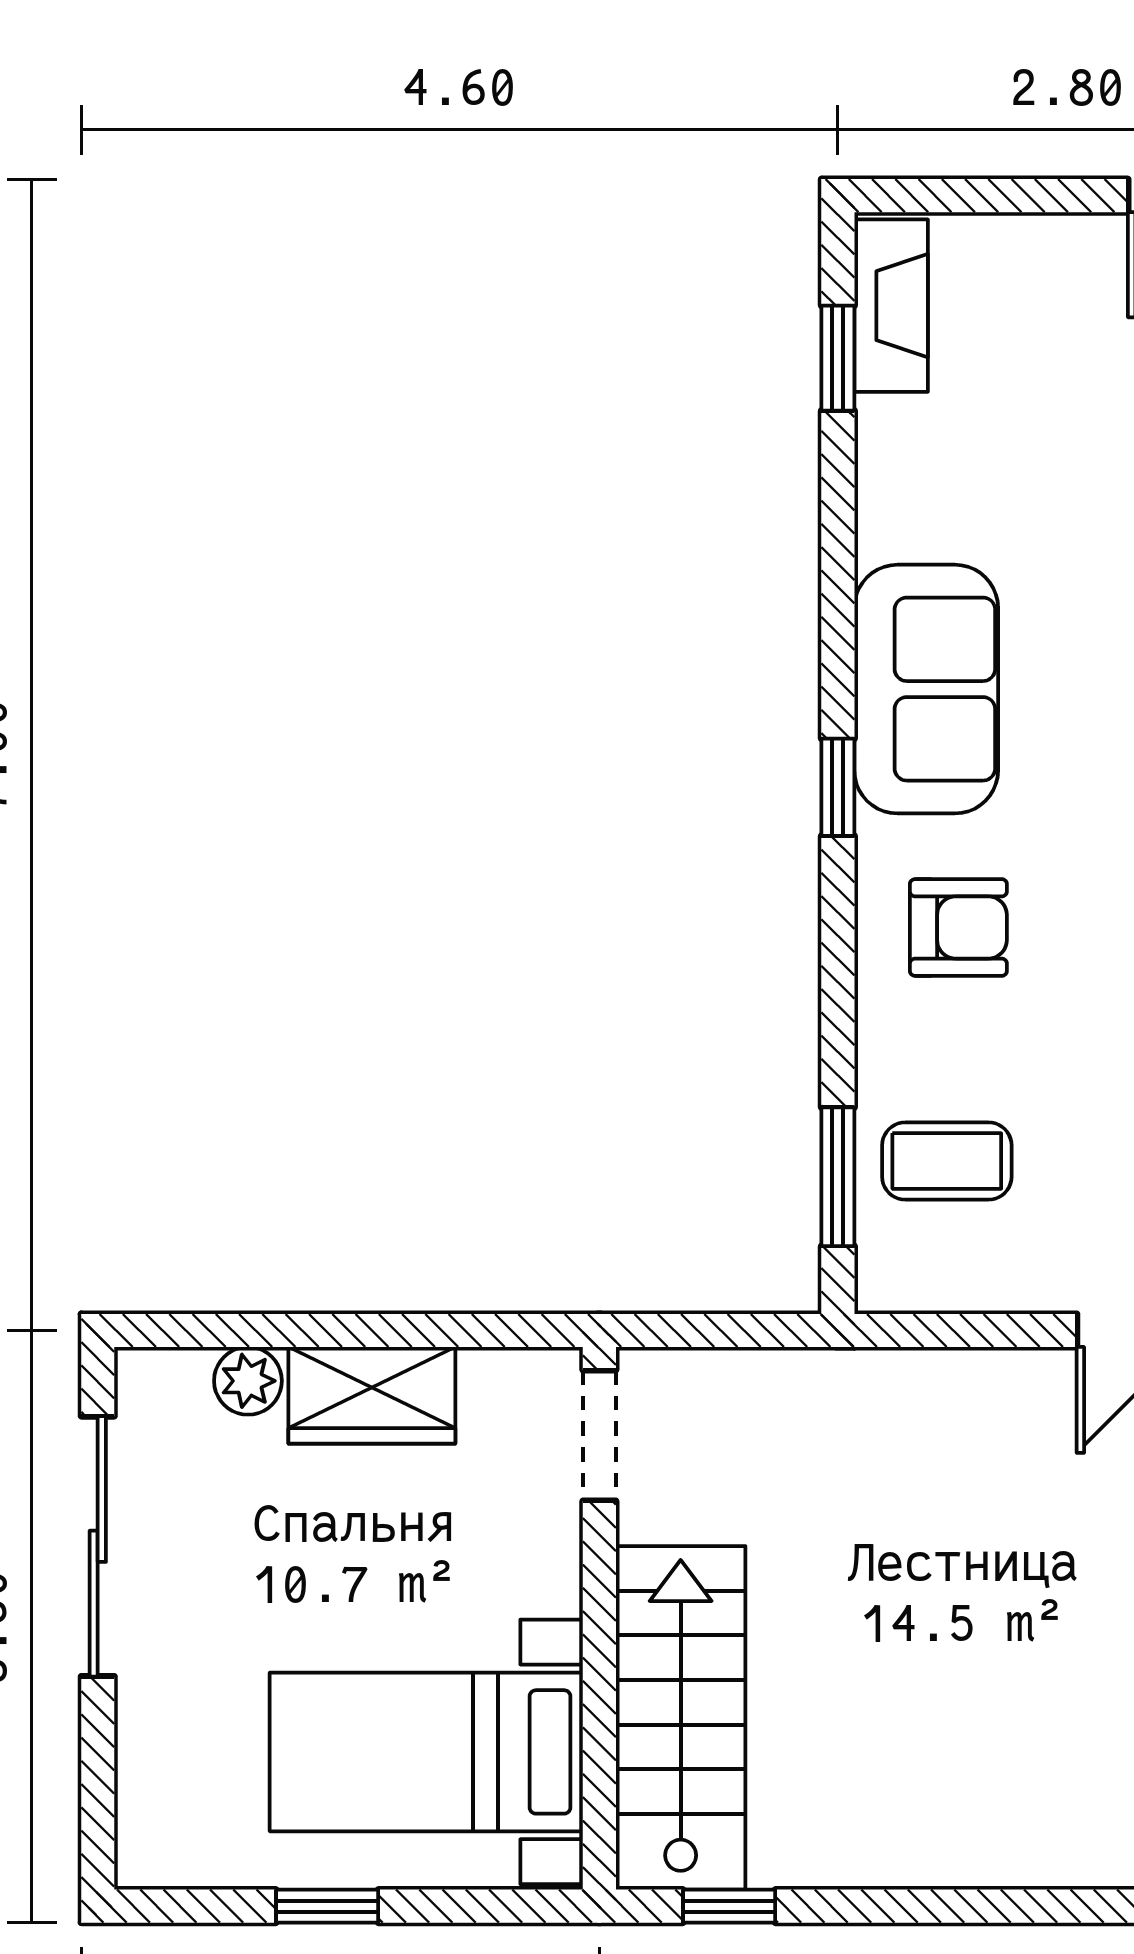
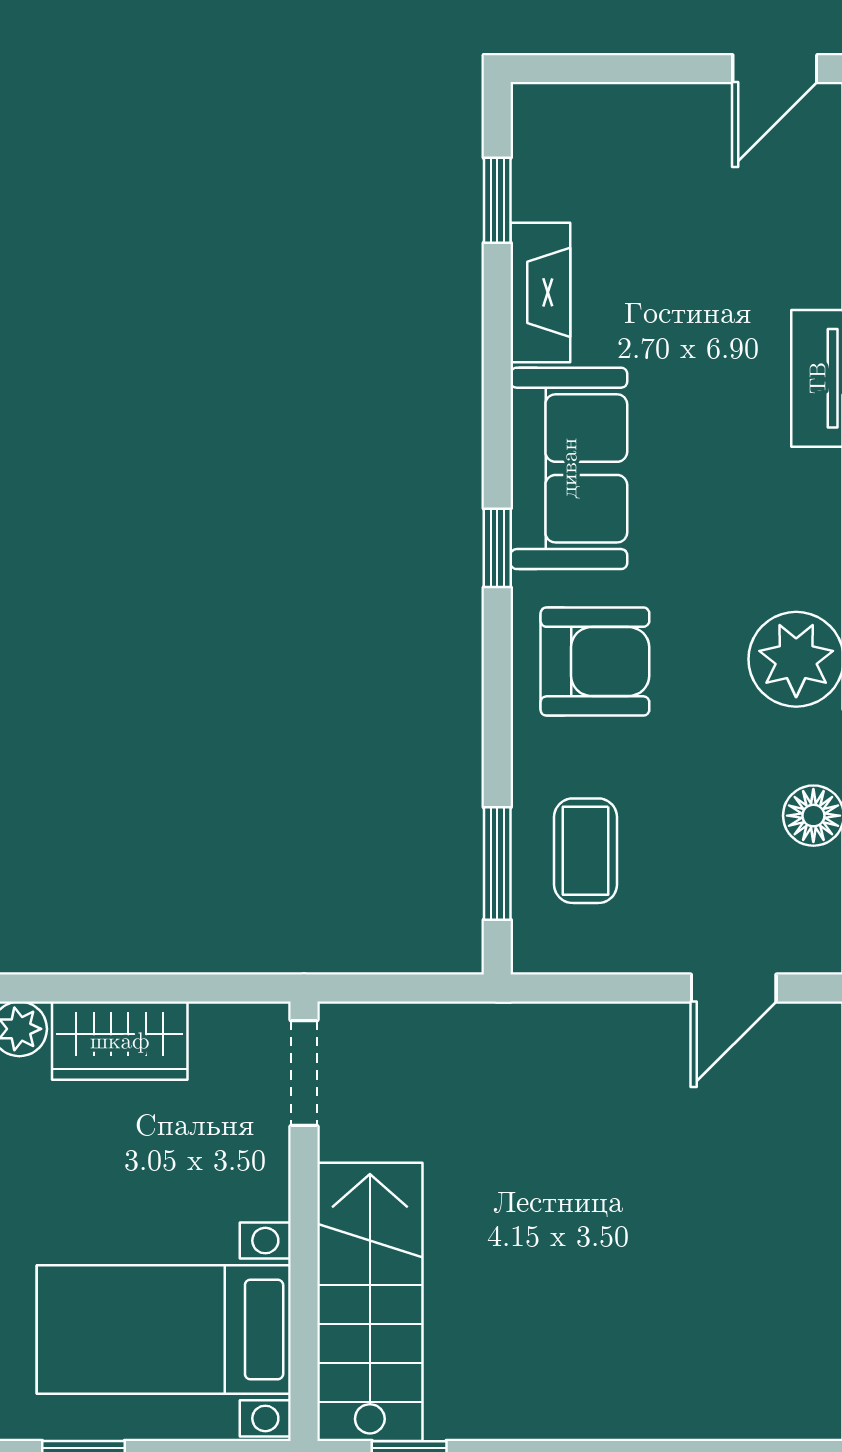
fireplace: (891, 306) -> (540, 292), moved
armchair: (958, 928) -> (595, 662), width x1.38, depth x1.38
coffee table: (947, 1161) -> (586, 851), turned 90

